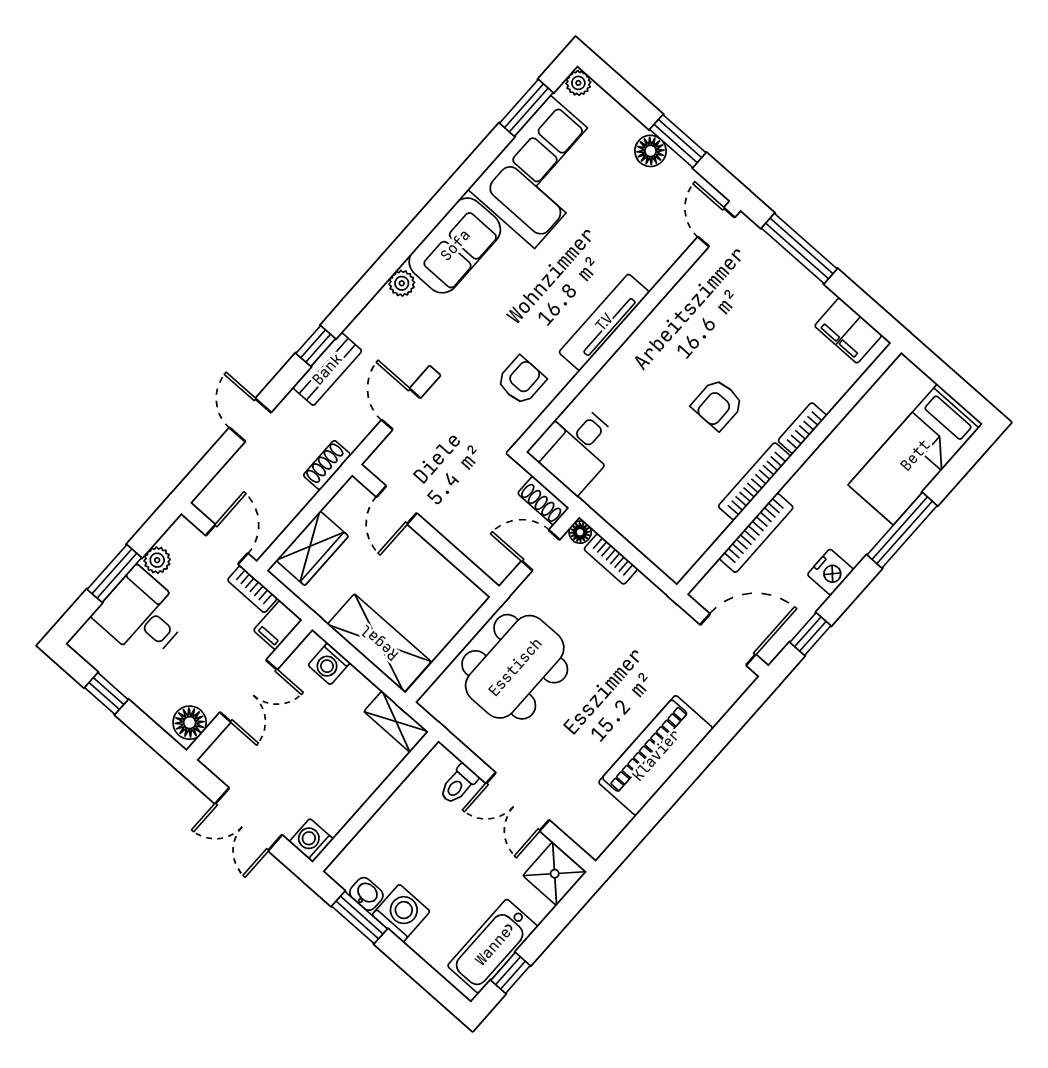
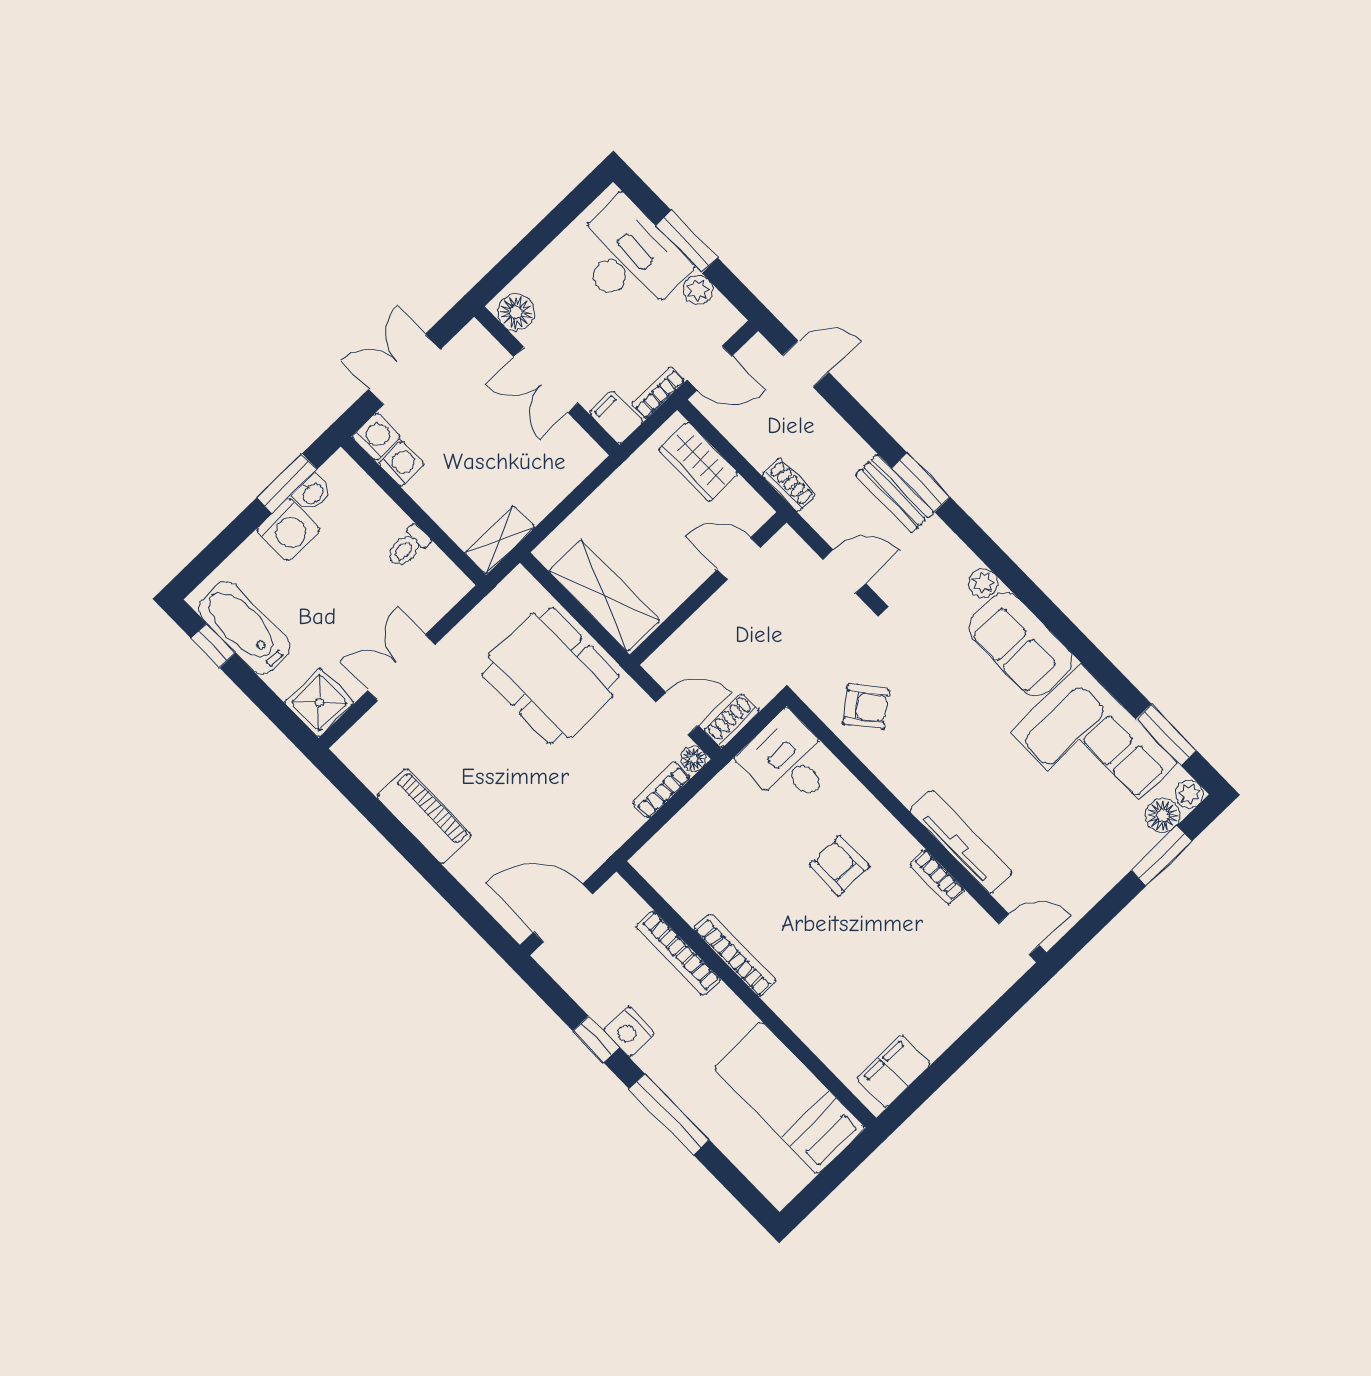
window: (678, 141) -> (1162, 856), moved
floor lamp: (651, 151) -> (1163, 815), moved
window: (799, 248) -> (989, 1024), removed
tv unit: (604, 322) -> (961, 842), moved
window: (316, 346) -> (921, 483), width x1.50
armchair: (521, 381) -> (866, 706), turned -38
armchair: (718, 404) -> (839, 866), moved
door: (250, 420) -> (806, 364), moved
bookcase: (802, 428) -> (937, 877), moved, turned 180
bed: (915, 455) -> (790, 1098), moved
door: (541, 550) -> (677, 714), hinge flipped
desk: (142, 615) -> (628, 258), width x1.37
window: (810, 634) -> (596, 1039), moved
door: (728, 640) -> (563, 913), swing flipped
shelving: (379, 643) -> (604, 596), moved, turned 90
washing machine: (329, 664) -> (401, 464), moved, turned 90
window: (106, 694) -> (555, 223), removed
piano: (656, 755) -> (424, 816), width x0.73, depth x0.75
toilet: (458, 784) -> (408, 547), moved, turned -90

